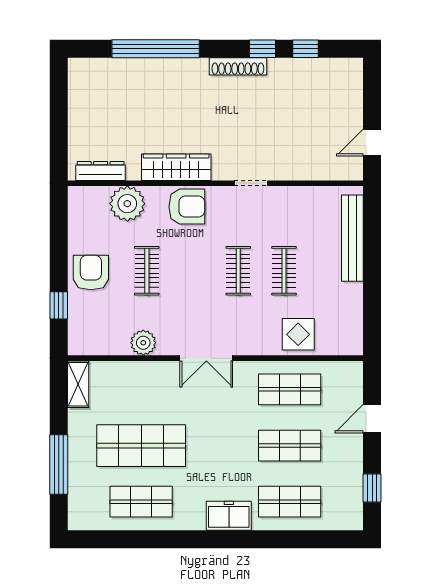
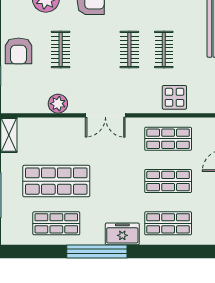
armchair: (91, 272) -> (19, 51), turned 180
window: (195, 539) -> (97, 251), added

